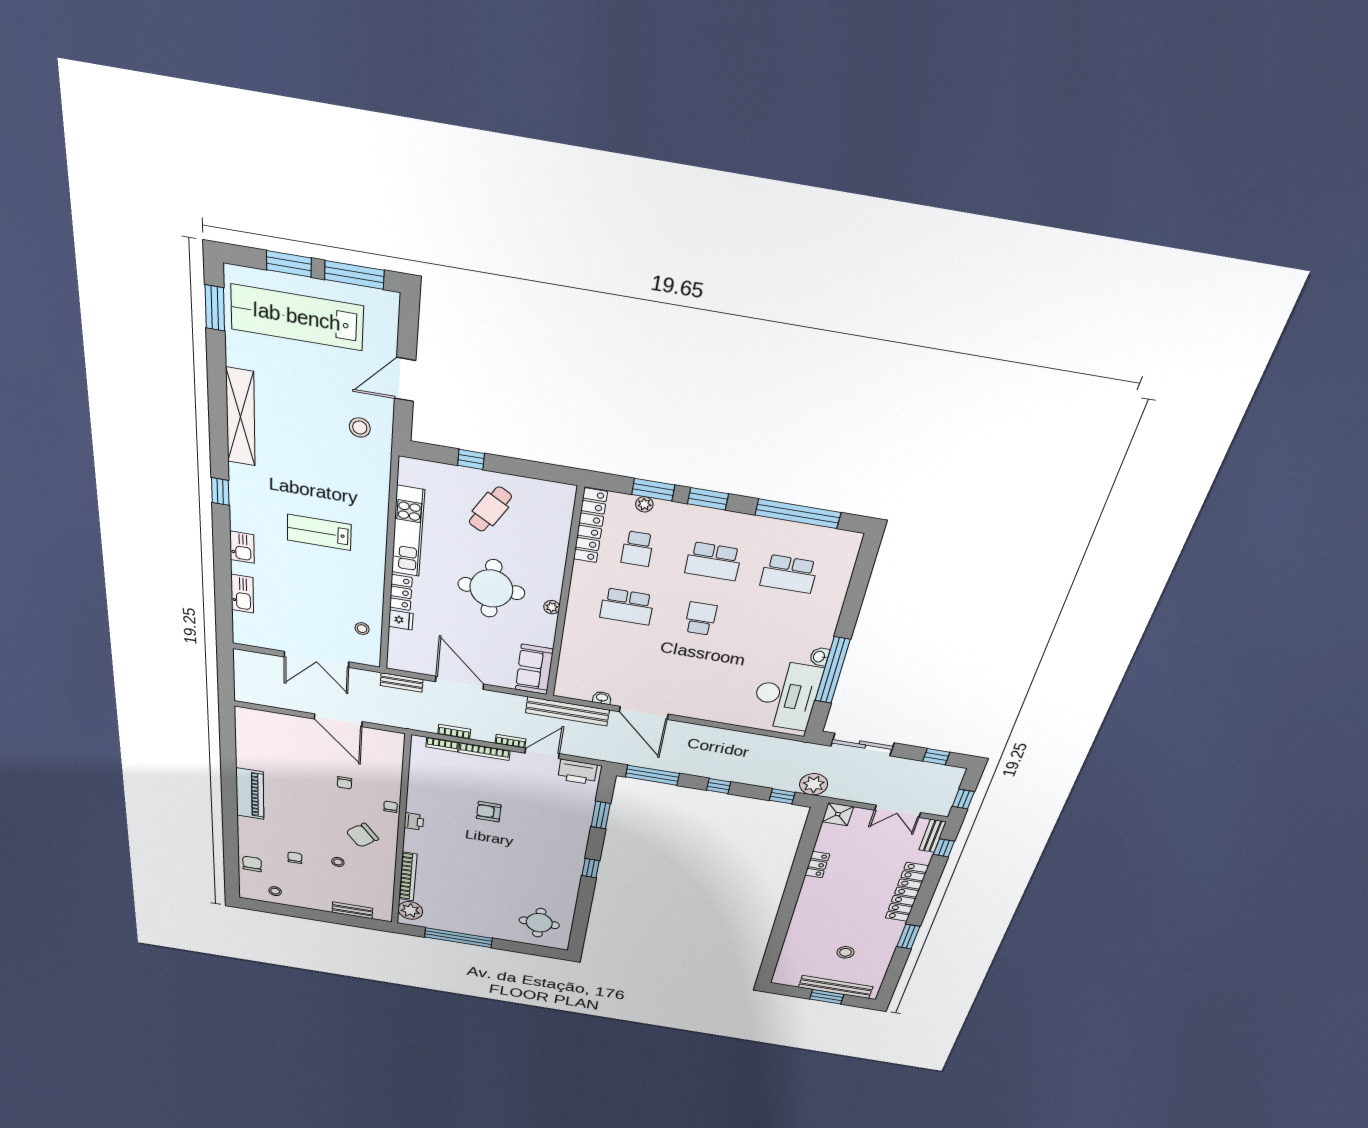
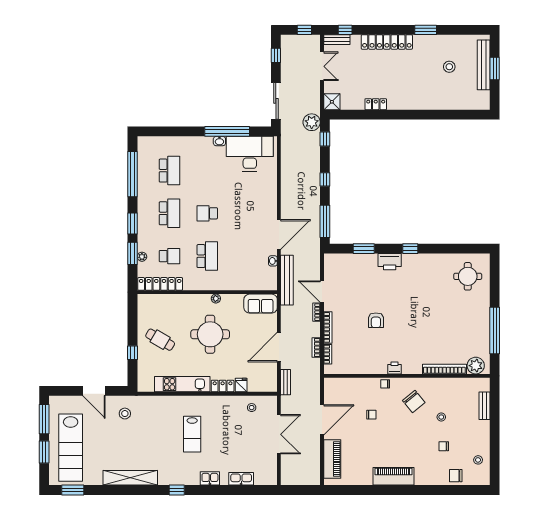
piano: (276, 723) -> (332, 459), added
printer: (577, 772) -> (390, 262), moved, turned 90

